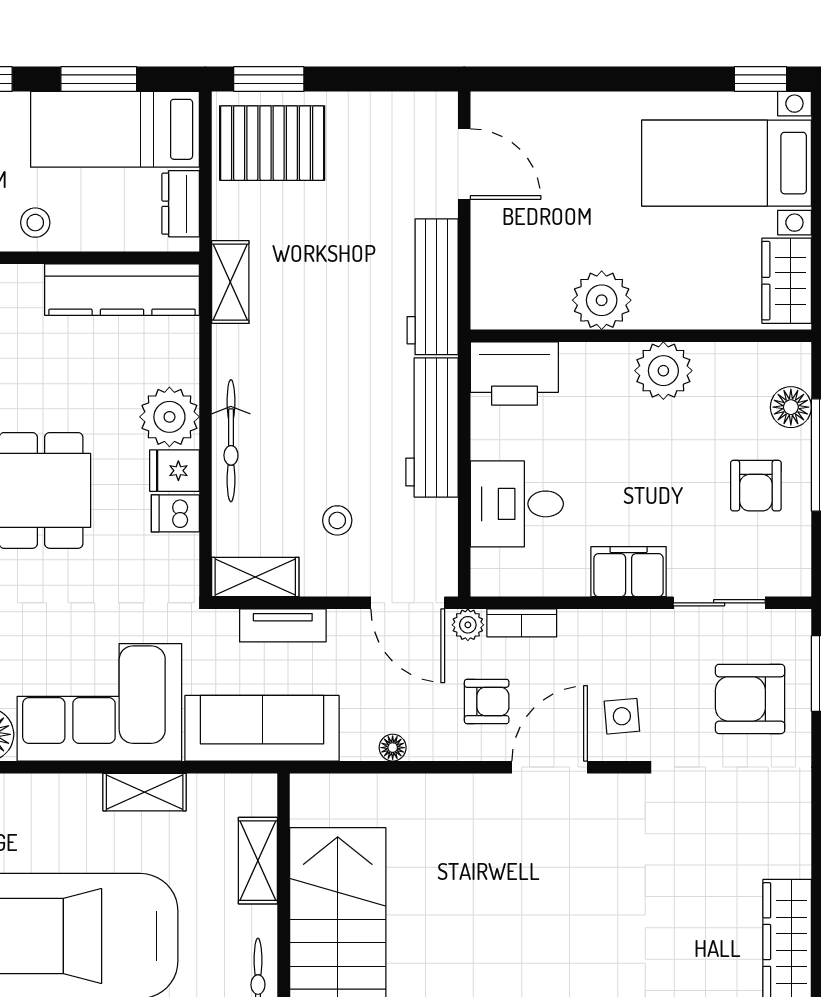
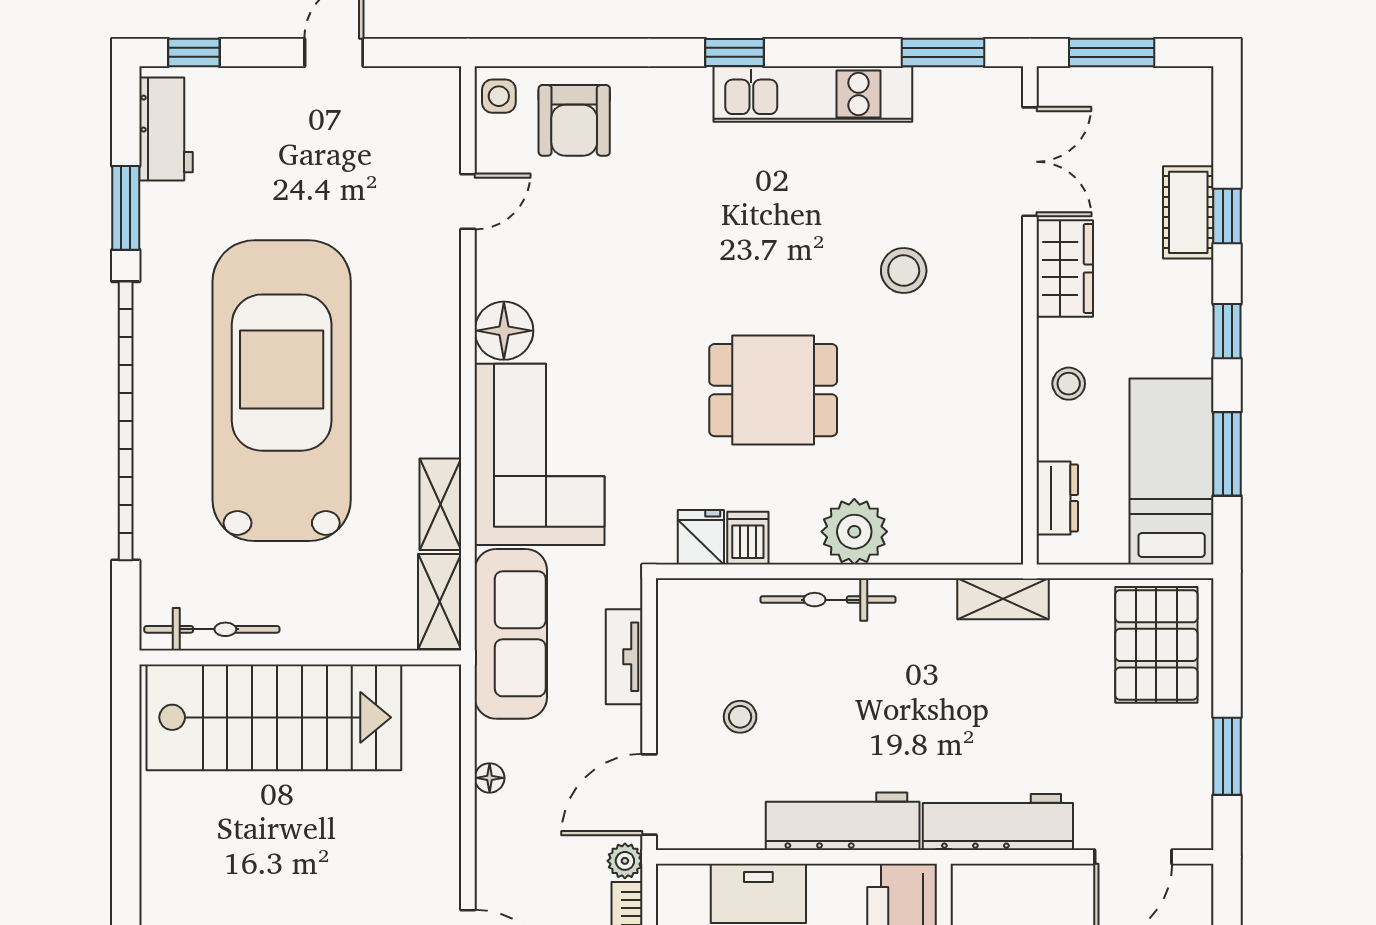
window: (269, 79) -> (1227, 756), moved
dresser: (181, 204) -> (1057, 498), moved, turned 90
kitchen counter: (122, 290) -> (995, 479), removed
fridge: (175, 471) -> (701, 537), moved
shelving: (255, 577) -> (678, 626), removed
armchair: (487, 701) -> (540, 882), removed
shelving: (258, 861) -> (440, 602), moved, turned 90

